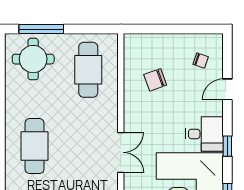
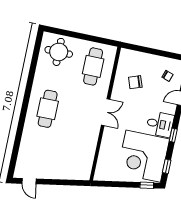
window: (41, 29) -> (68, 33), removed
double door: (121, 152) -> (106, 112), moved

